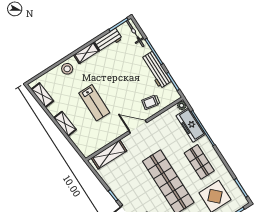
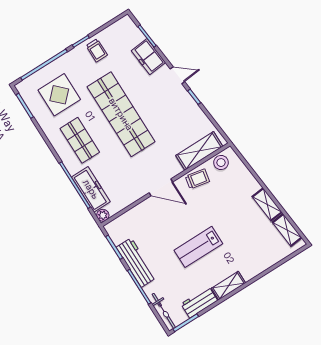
stool: (67, 69) -> (221, 163), moved
trolley: (151, 102) -> (197, 179), moved
lab bench: (94, 103) -> (198, 247), moved, turned -90
shelving: (65, 124) -> (267, 204), moved

